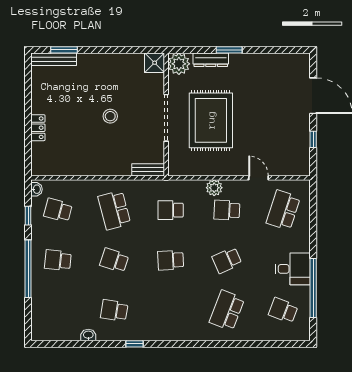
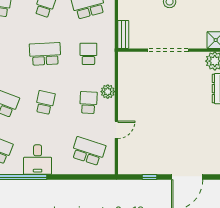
rug: (211, 120) -> (166, 89), removed
school desk: (171, 260) -> (45, 54), width x1.85
school desk: (227, 260) -> (45, 103), turned 36

